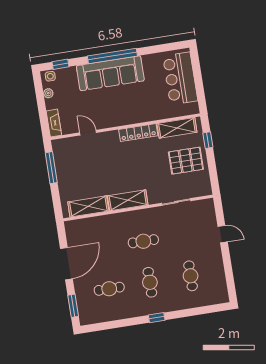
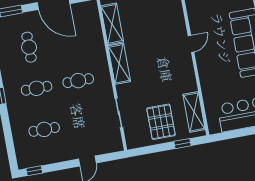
door: (88, 133) -> (191, 44), moved
locker: (138, 133) -> (188, 73), removed
cafe table: (143, 241) -> (78, 81), turned 90
window: (231, 287) -> (34, 171), added

